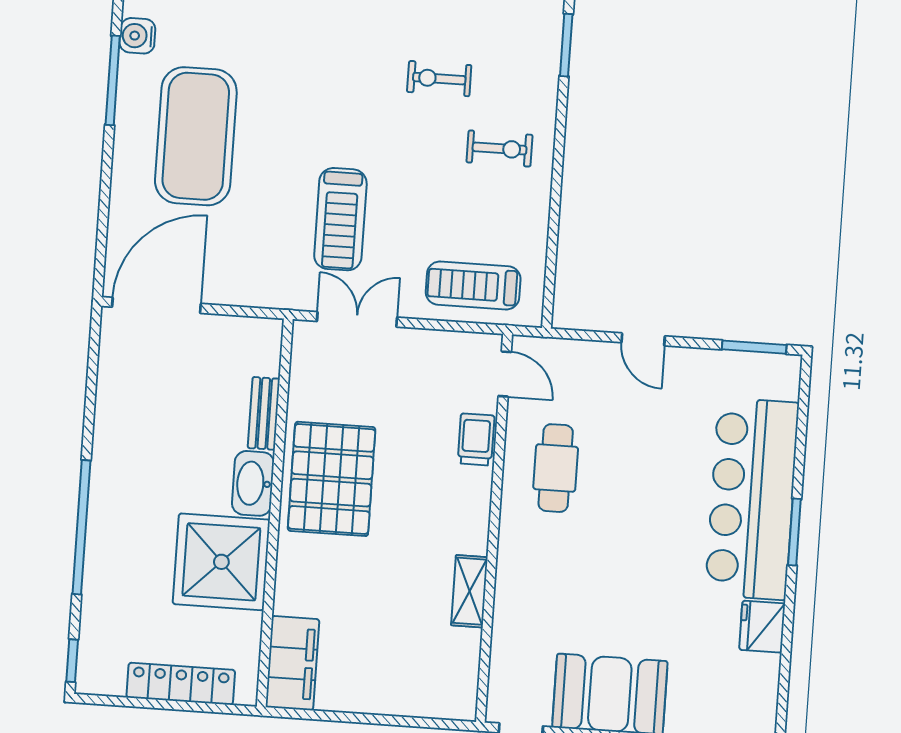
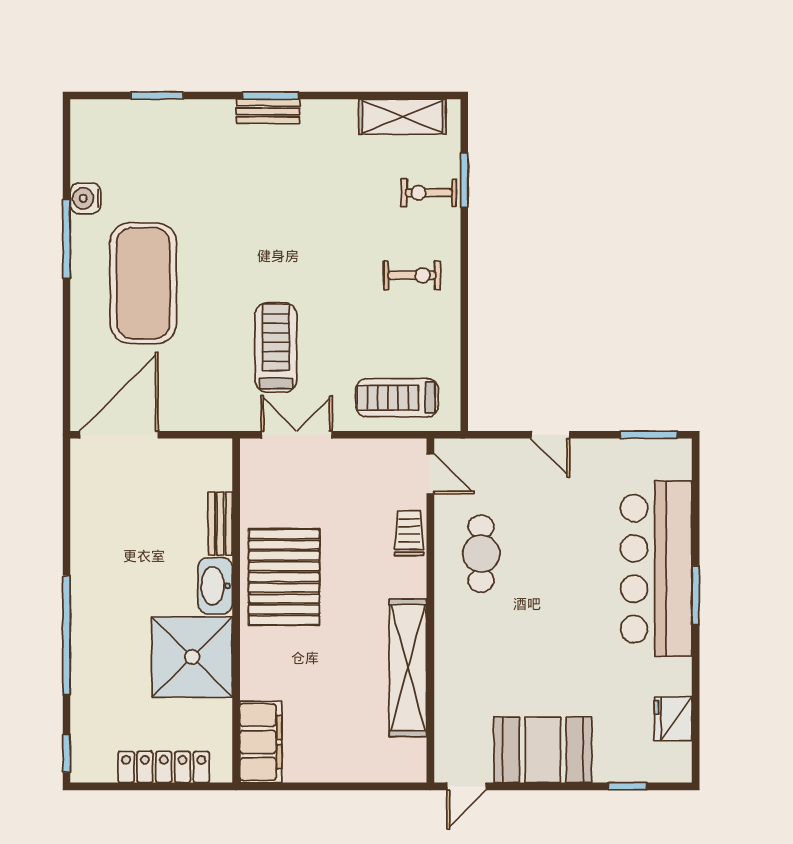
exercise bike: (439, 79) -> (429, 193), moved
treadmill: (340, 219) -> (276, 347), turned 180
shelving: (469, 591) -> (408, 668), width x2.20, depth x1.33
fridge: (762, 627) -> (673, 719), moved

